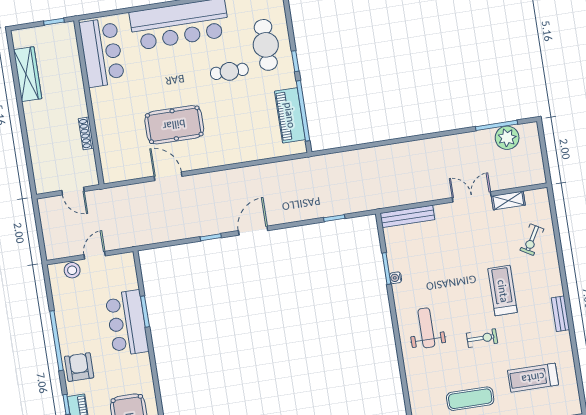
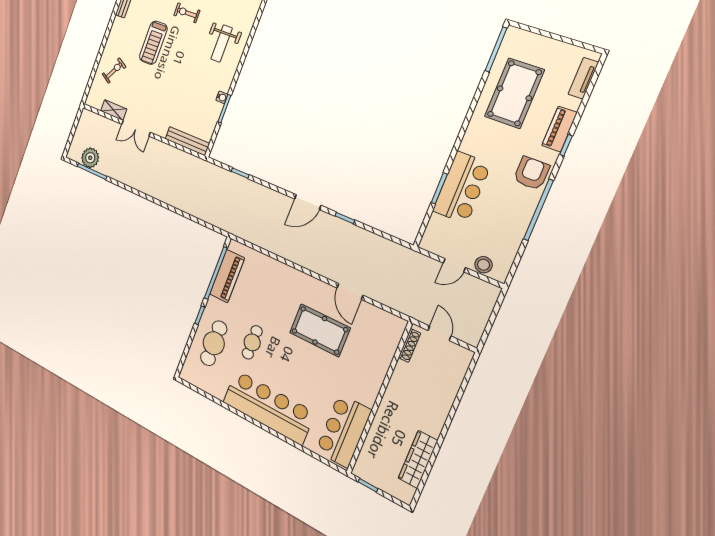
cafe table: (229, 71) -> (252, 342), turned 90
shoe rack: (86, 133) -> (409, 345), moved
armchair: (79, 367) -> (532, 173), turned 180

